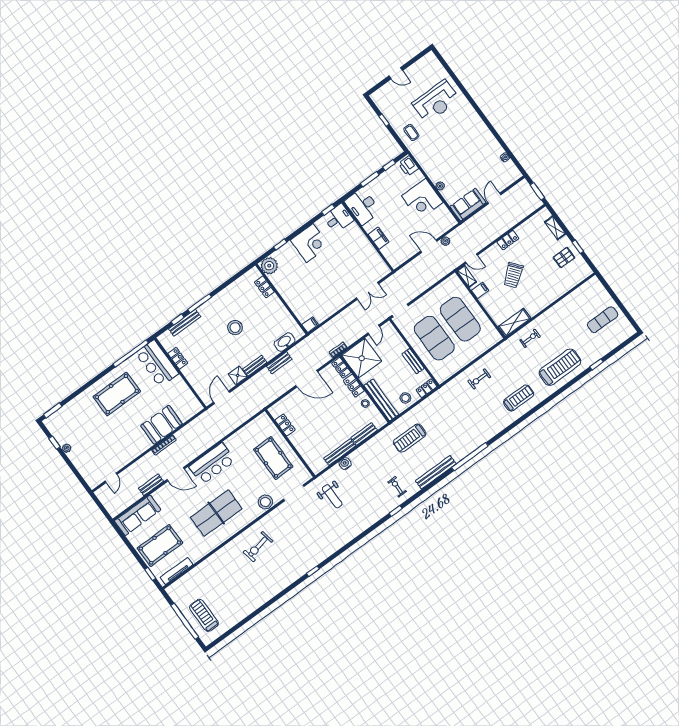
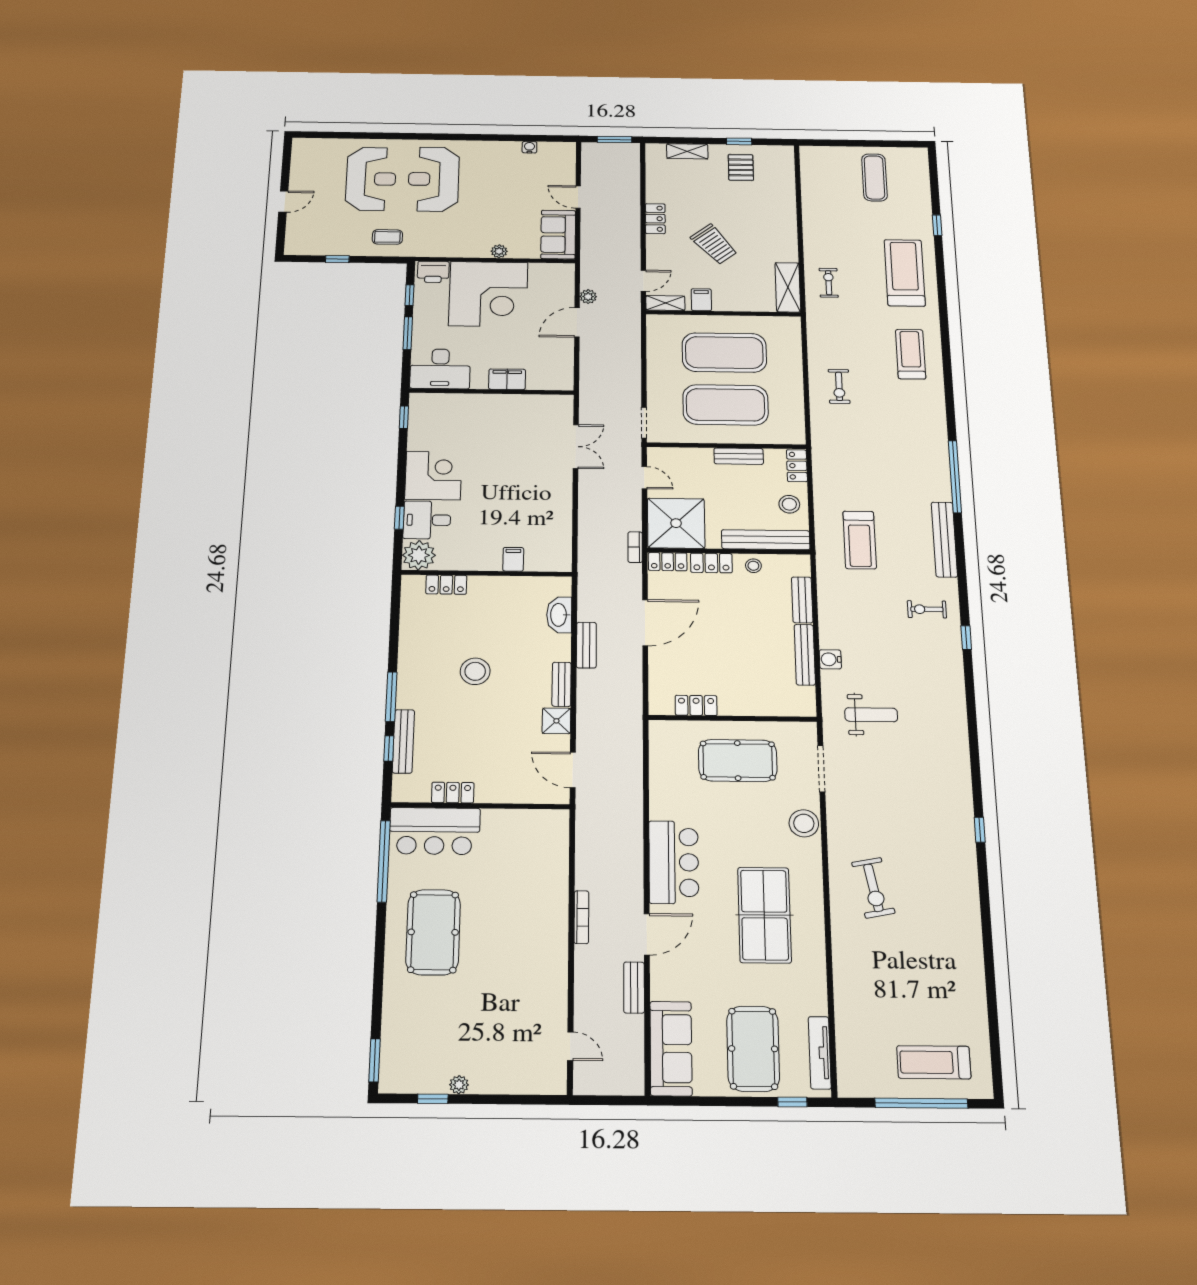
reception desk: (456, 129) -> (434, 179), added
corner desk: (422, 199) -> (488, 294), width x1.36, depth x1.36
desk: (338, 218) -> (427, 520), moved, turned -90
filing cabinet: (310, 325) -> (513, 559), moved
booth: (162, 425) -> (544, 897), removed

